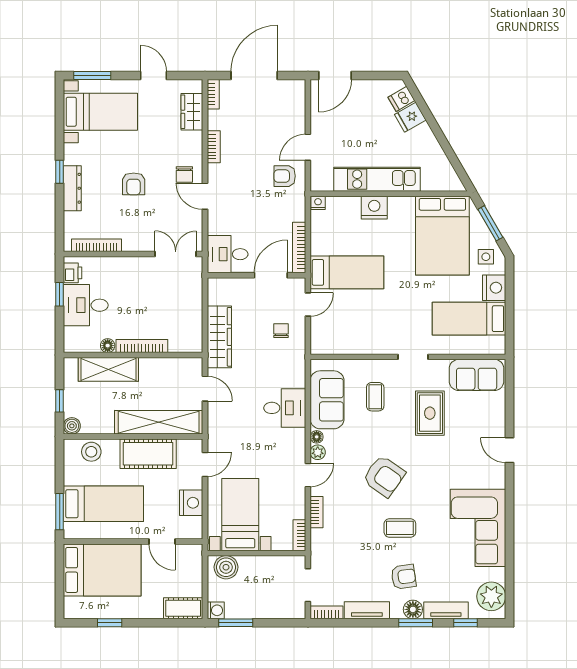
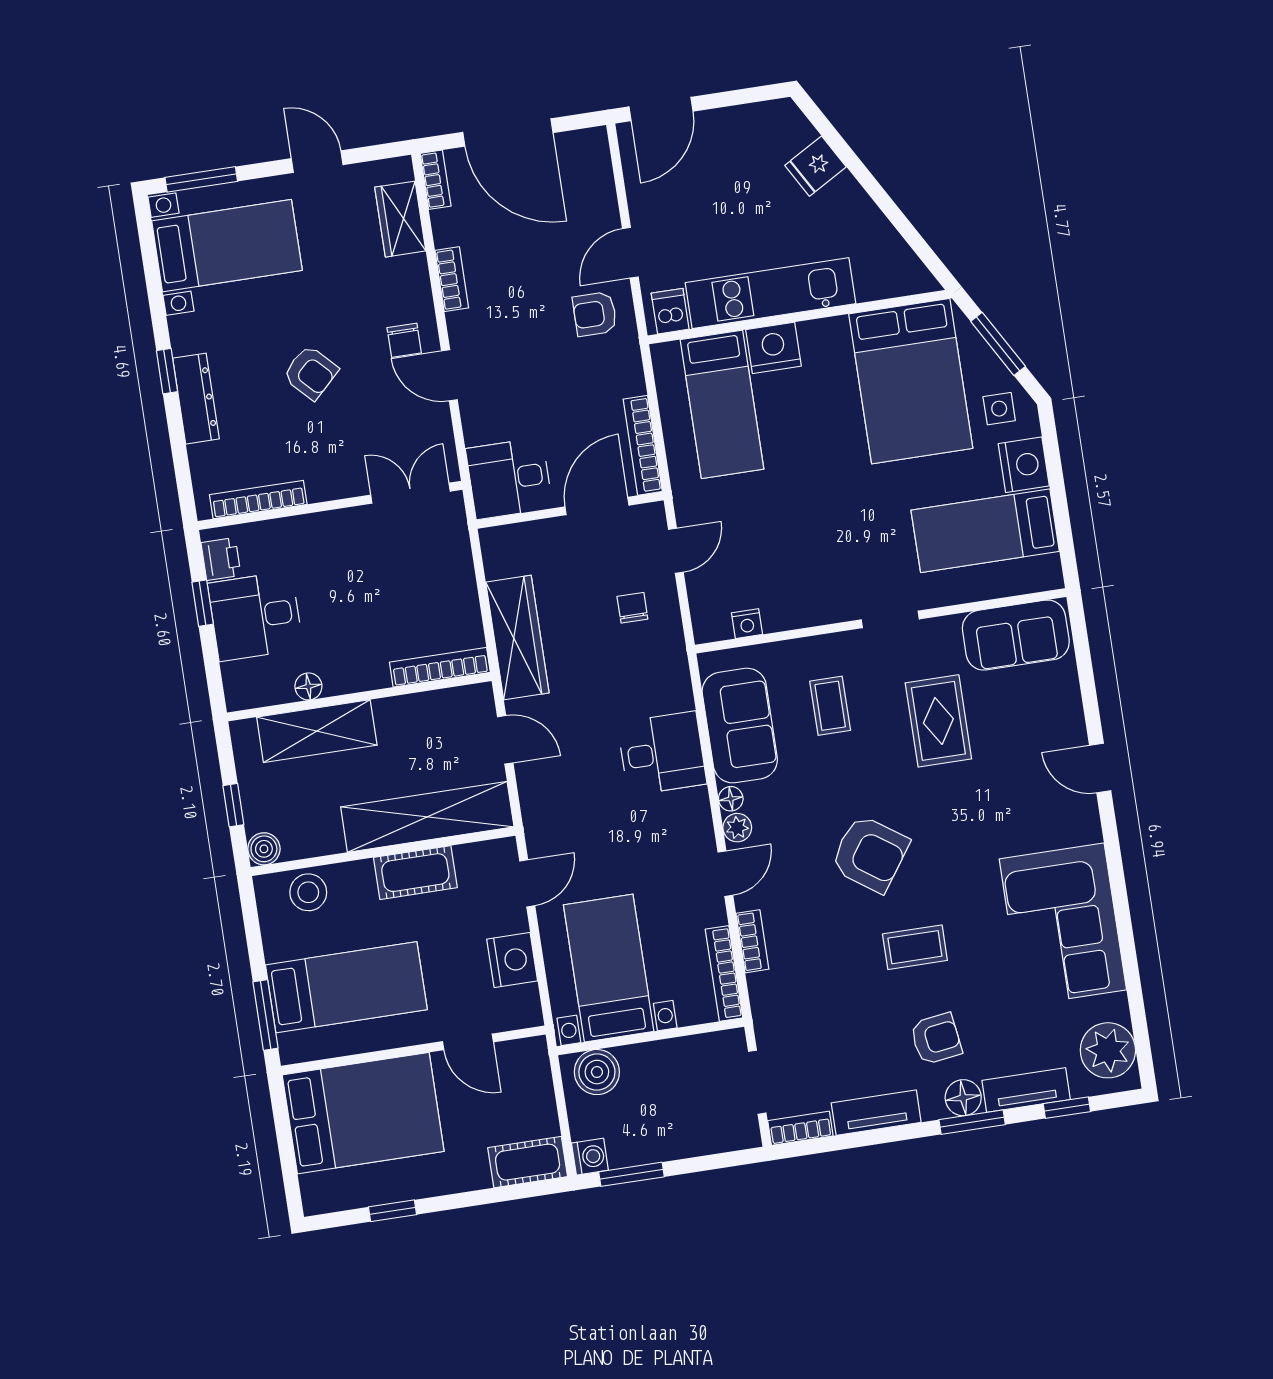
door: (254, 76) -> (508, 132), swing flipped
dishwasher: (401, 99) -> (670, 311), moved, turned 120
armchair: (134, 184) -> (311, 373), turned -44
nightstand: (318, 203) -> (747, 624), moved, turned 180
bed: (347, 272) -> (722, 404), moved, turned 90
bookcase: (142, 346) -> (440, 667), moved
cot: (148, 454) -> (415, 873), width x0.73, depth x0.75
bookcase: (299, 535) -> (724, 974), width x1.56

